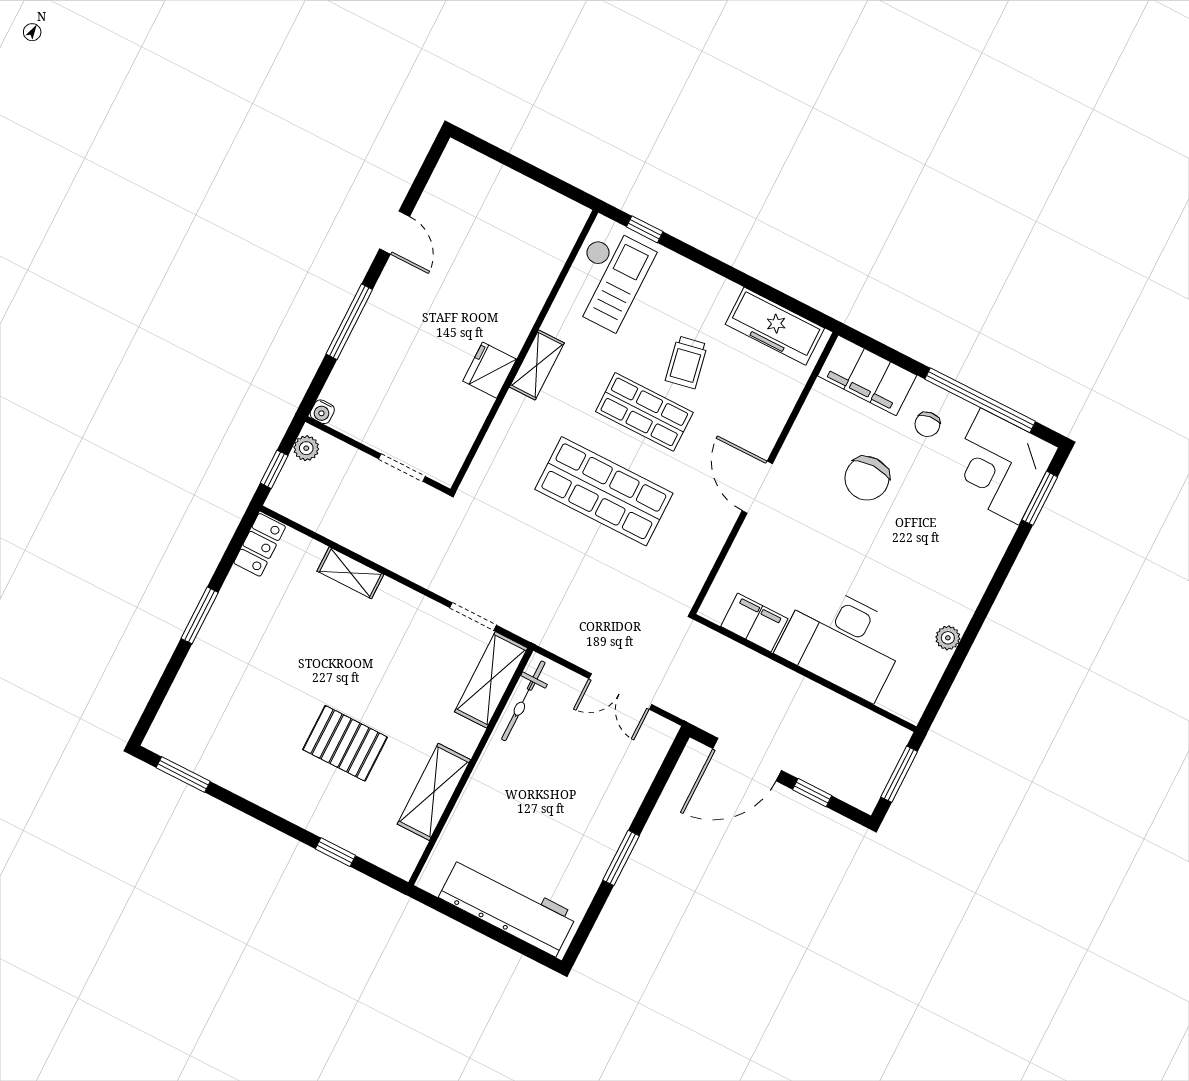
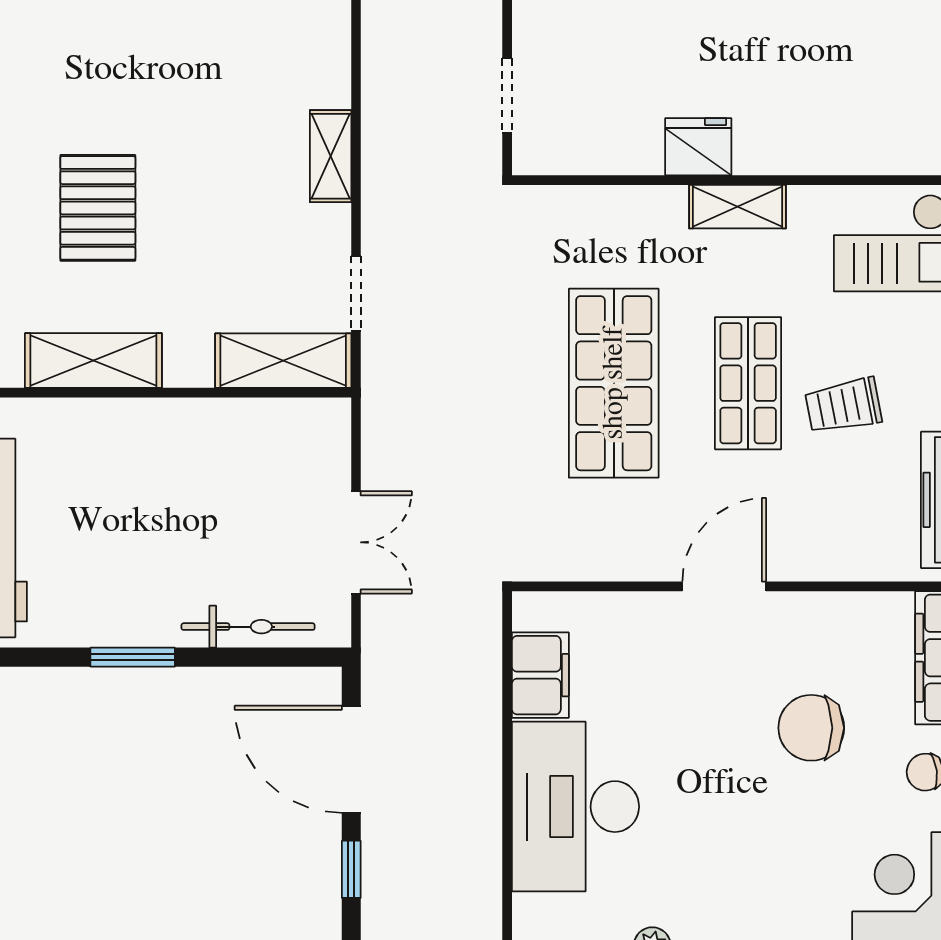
shelving: (350, 573) -> (331, 156), moved
double door: (620, 691) -> (356, 542), swing flipped
bicycle: (523, 701) -> (248, 627), moved, turned 180

